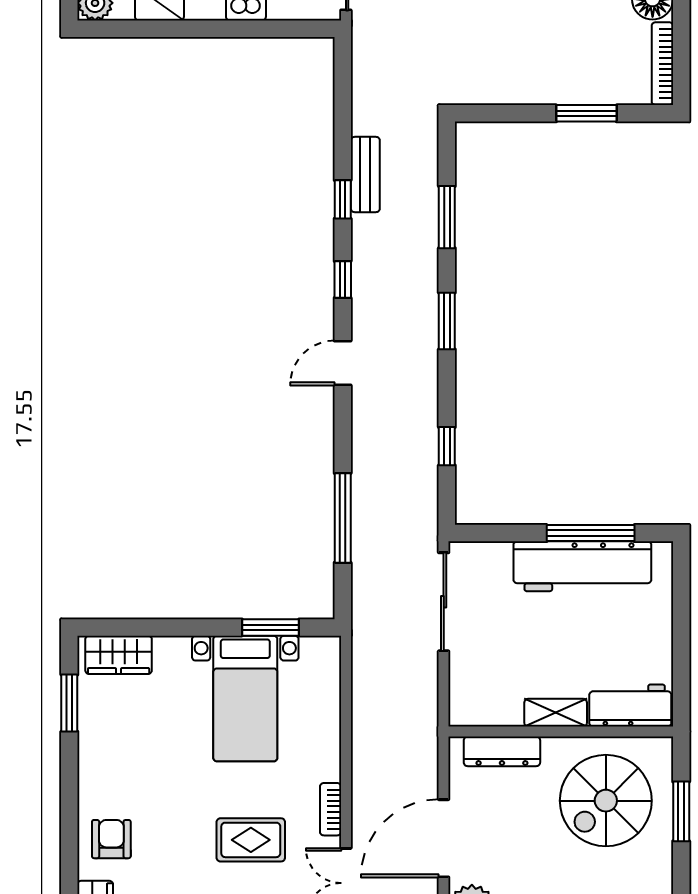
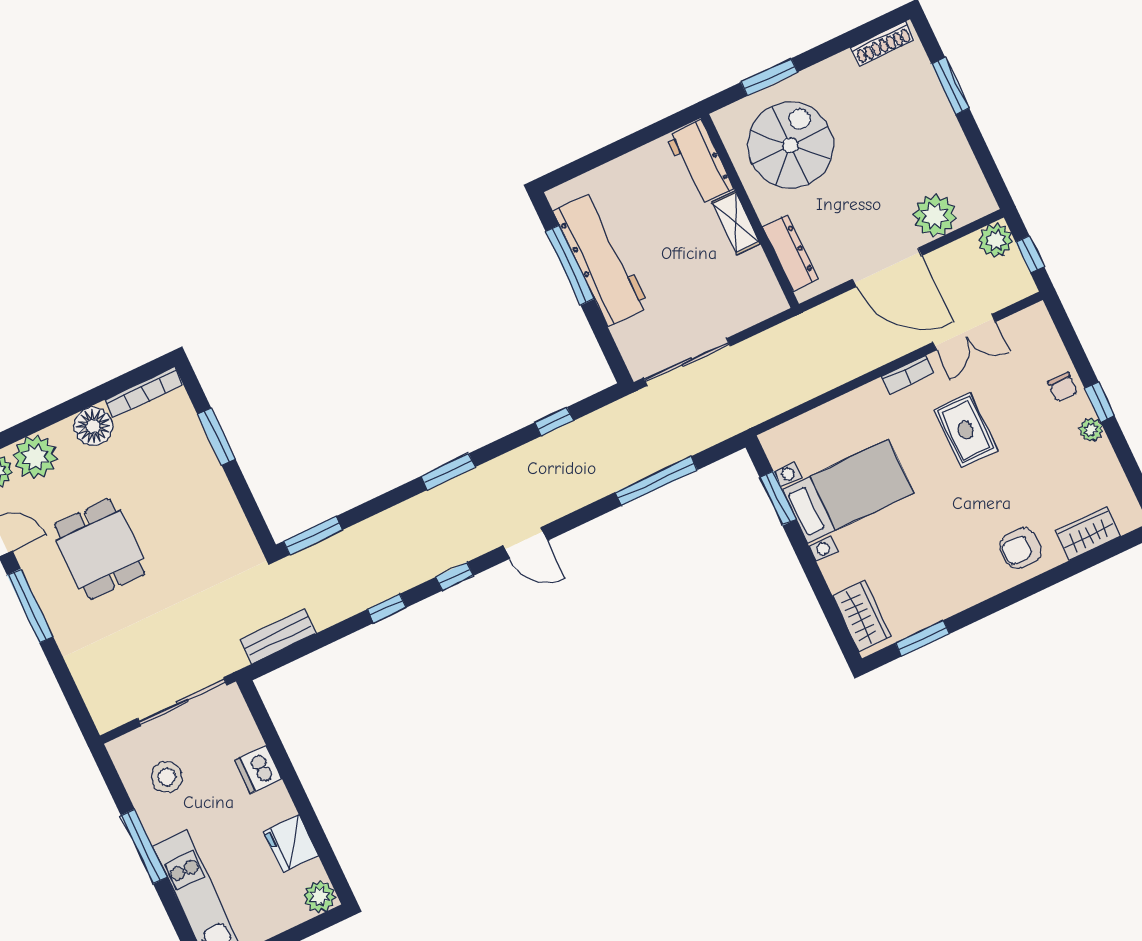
bench: (365, 174) -> (278, 636), moved
window: (447, 217) -> (313, 536), moved
spiral stairs: (606, 801) -> (790, 145), turned -90

